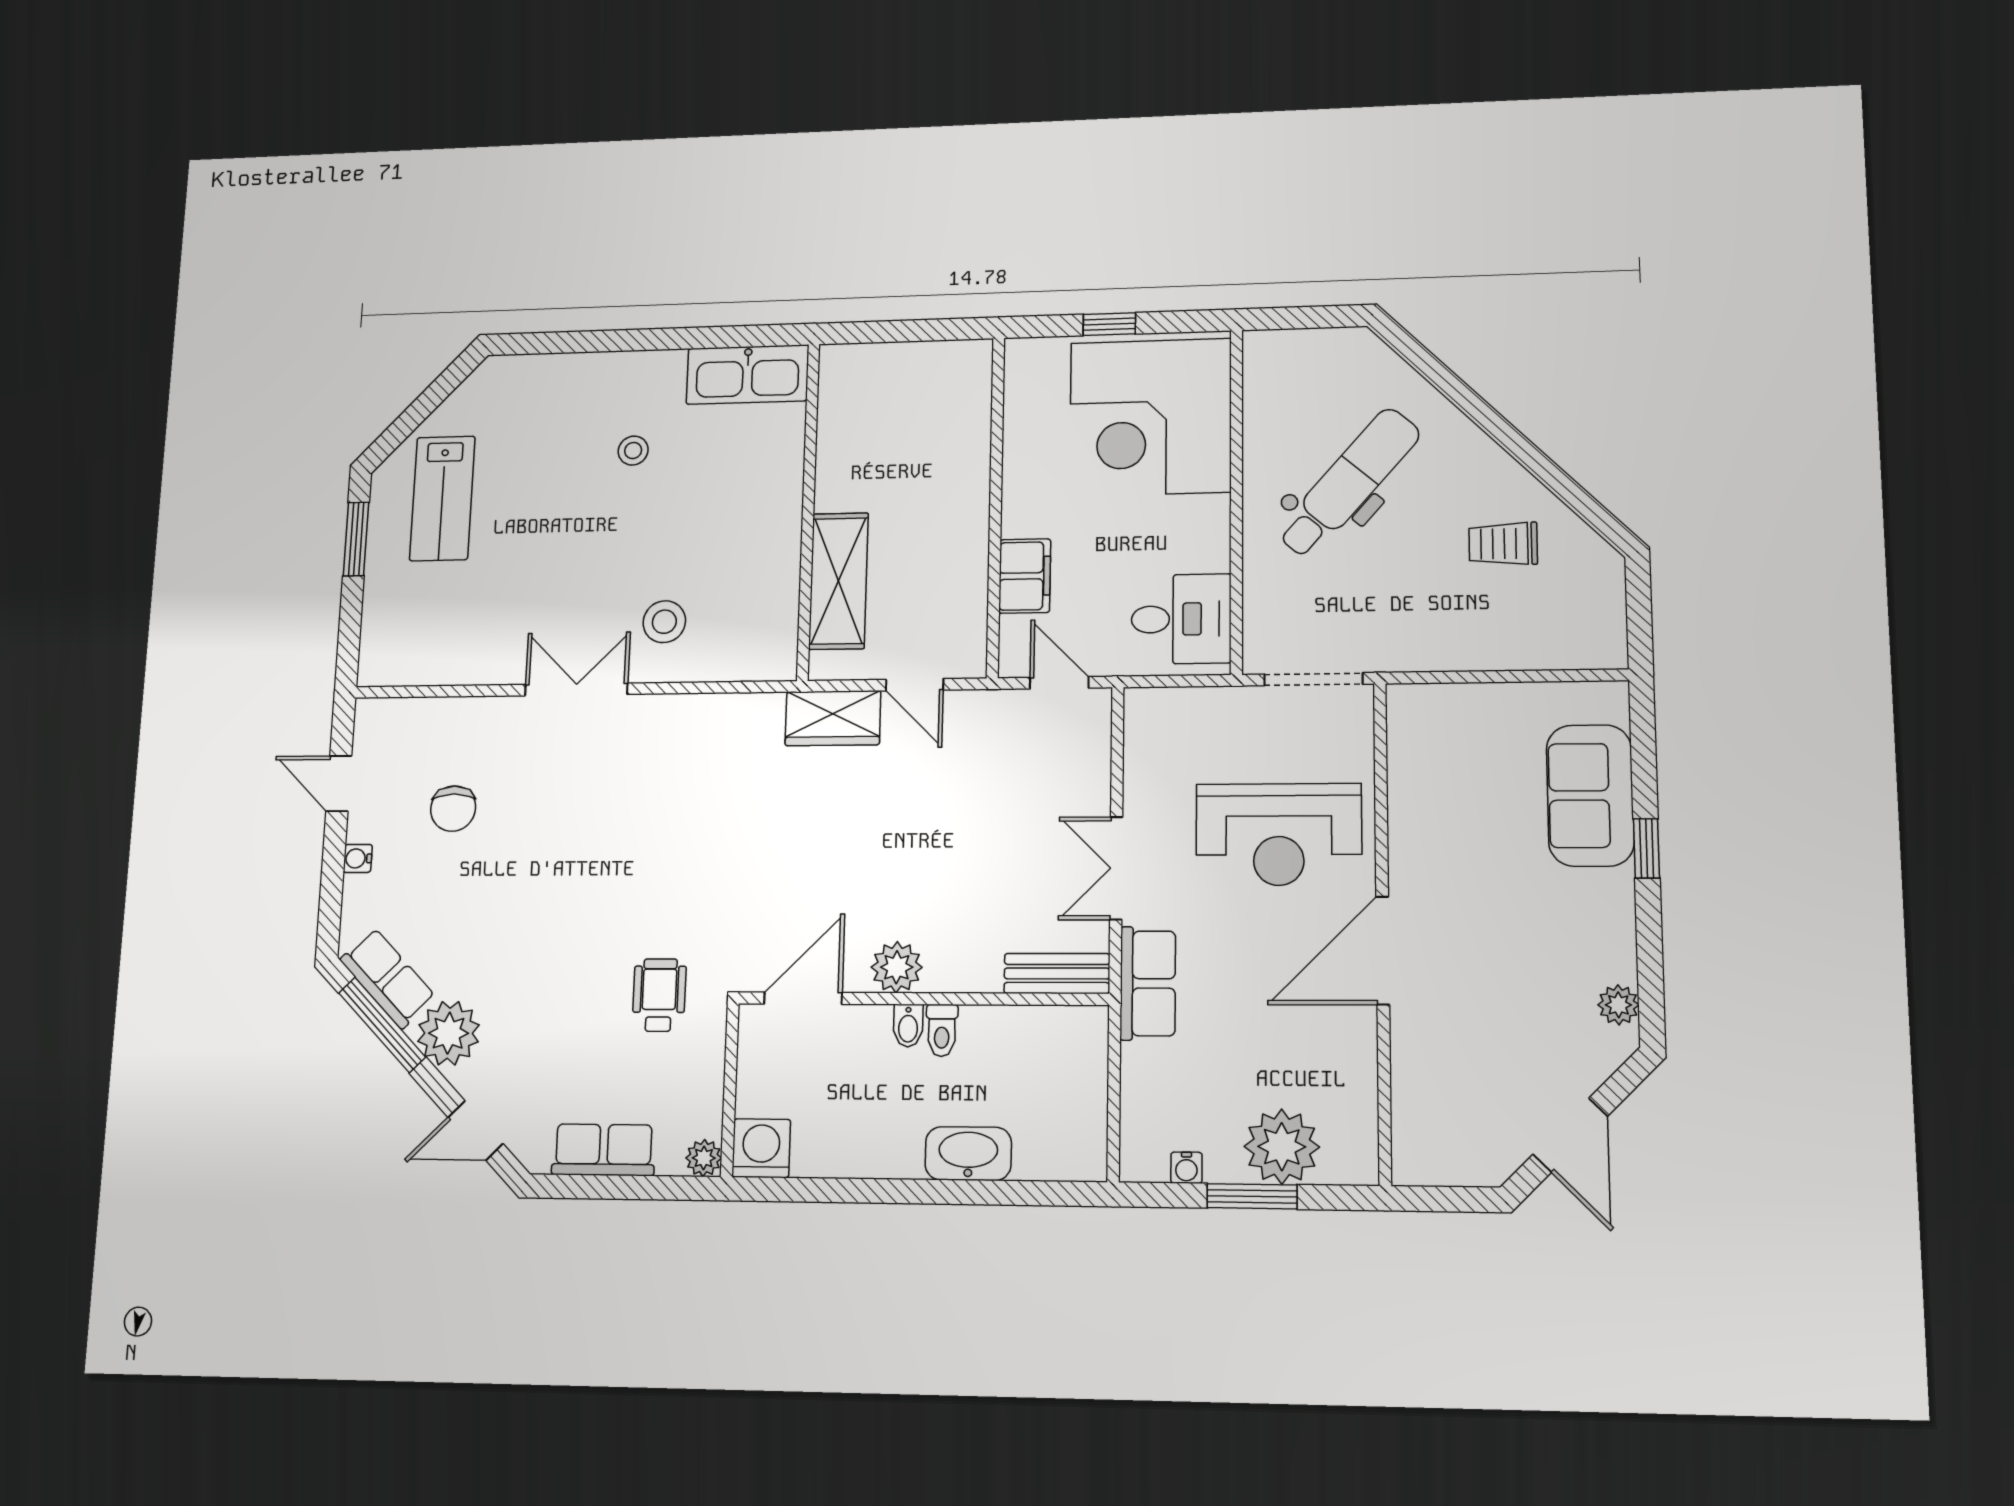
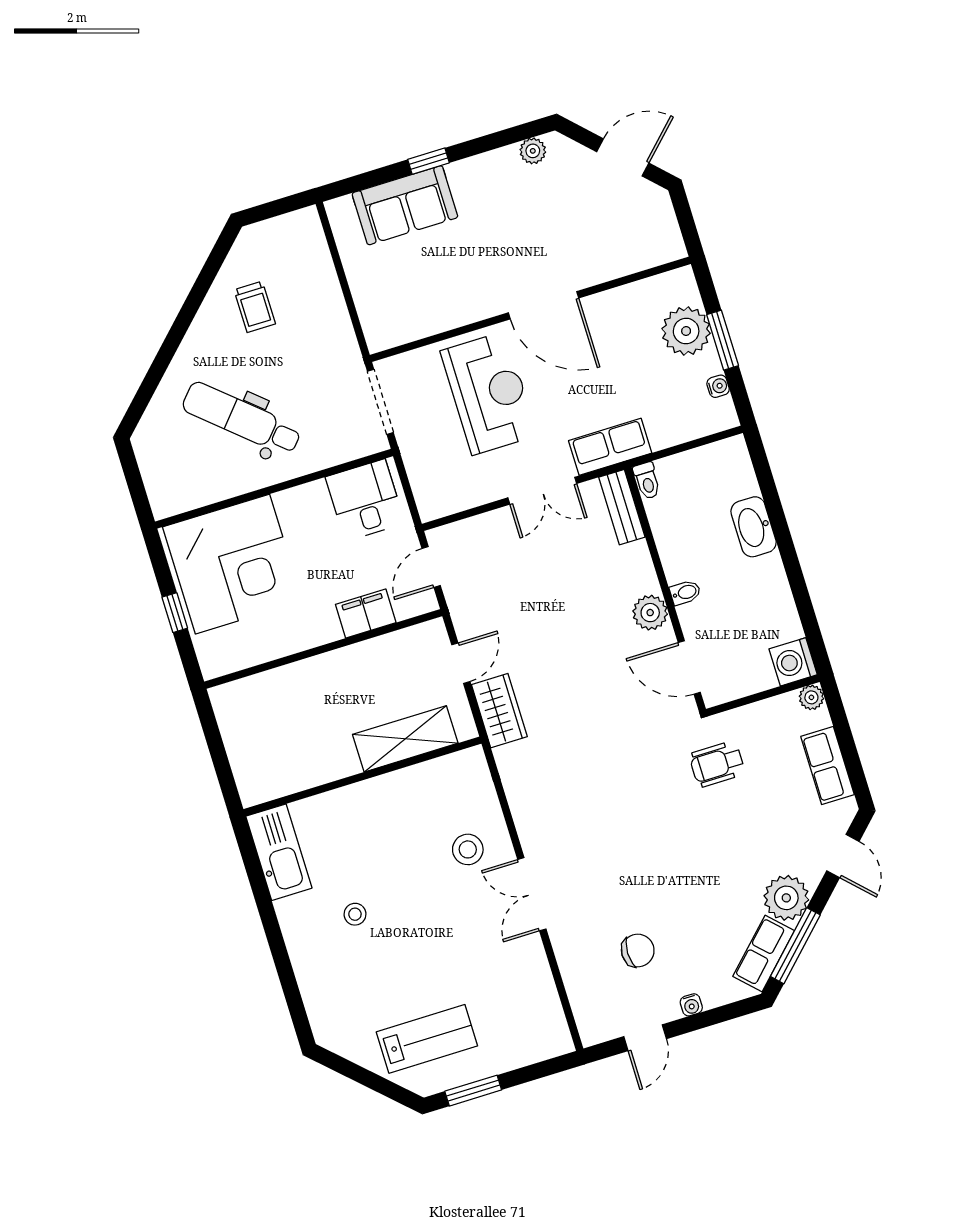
toilet: (942, 1030) -> (647, 481), moved, turned 90

